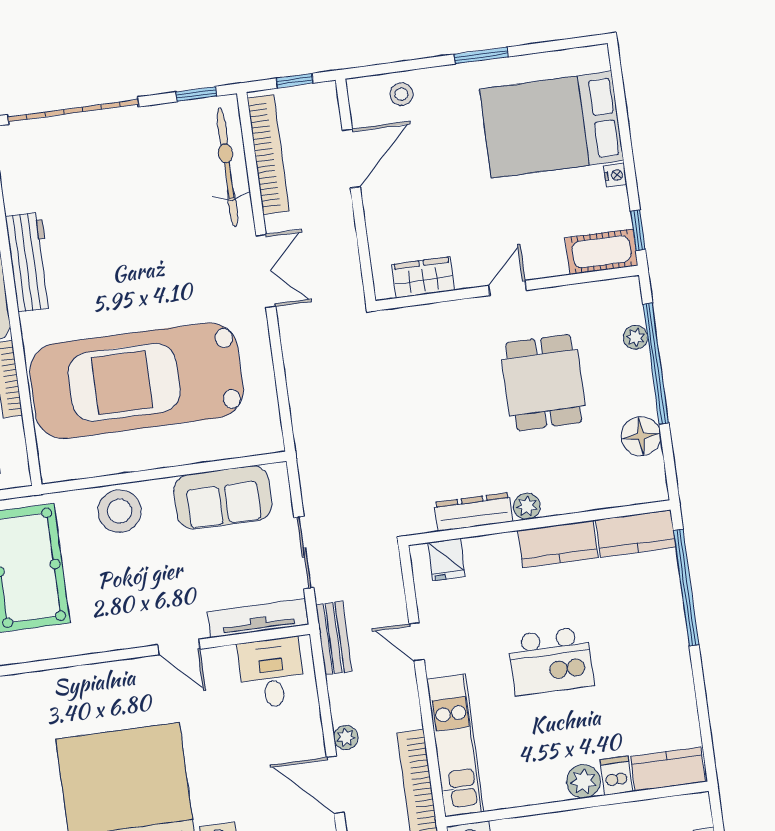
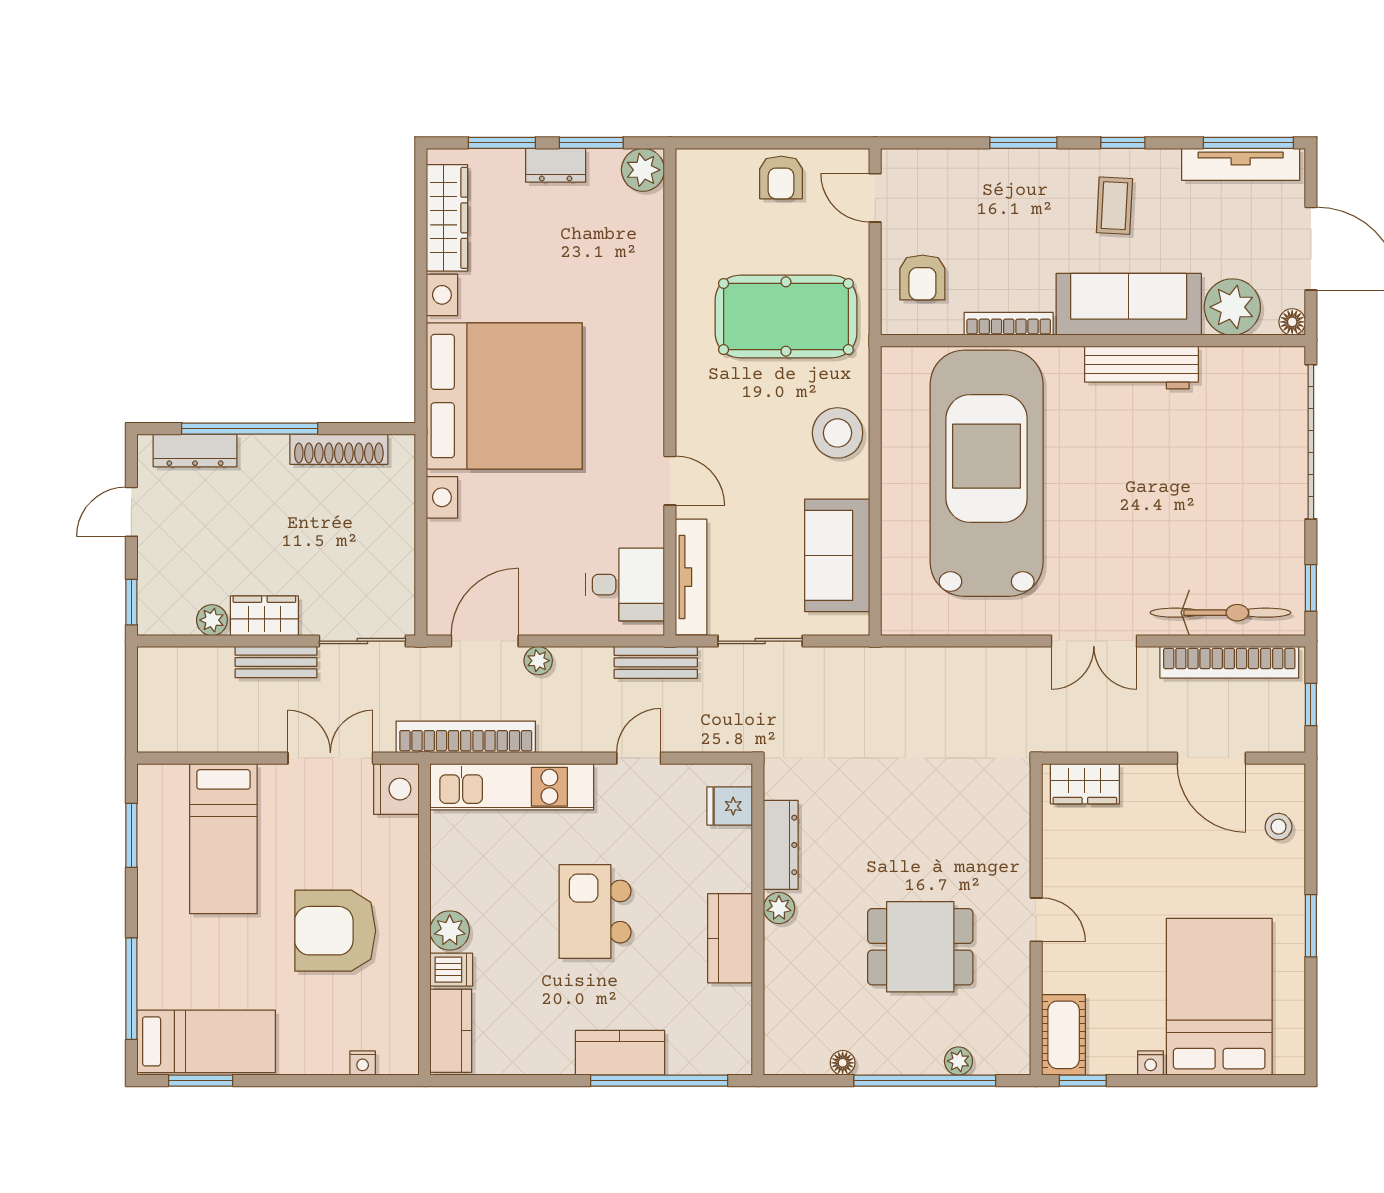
wardrobe: (423, 277) -> (1085, 784), moved, turned 90
floor lamp: (641, 436) -> (843, 1063), width x0.53, depth x0.53
kitchen counter: (636, 534) -> (620, 1053), moved, turned 90
door: (179, 647) -> (670, 481), swing flipped

